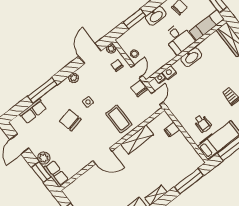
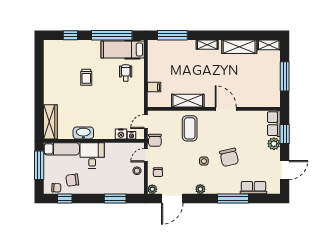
washbasin: (156, 16) -> (96, 188), removed
washbasin: (191, 57) -> (83, 133), moved

